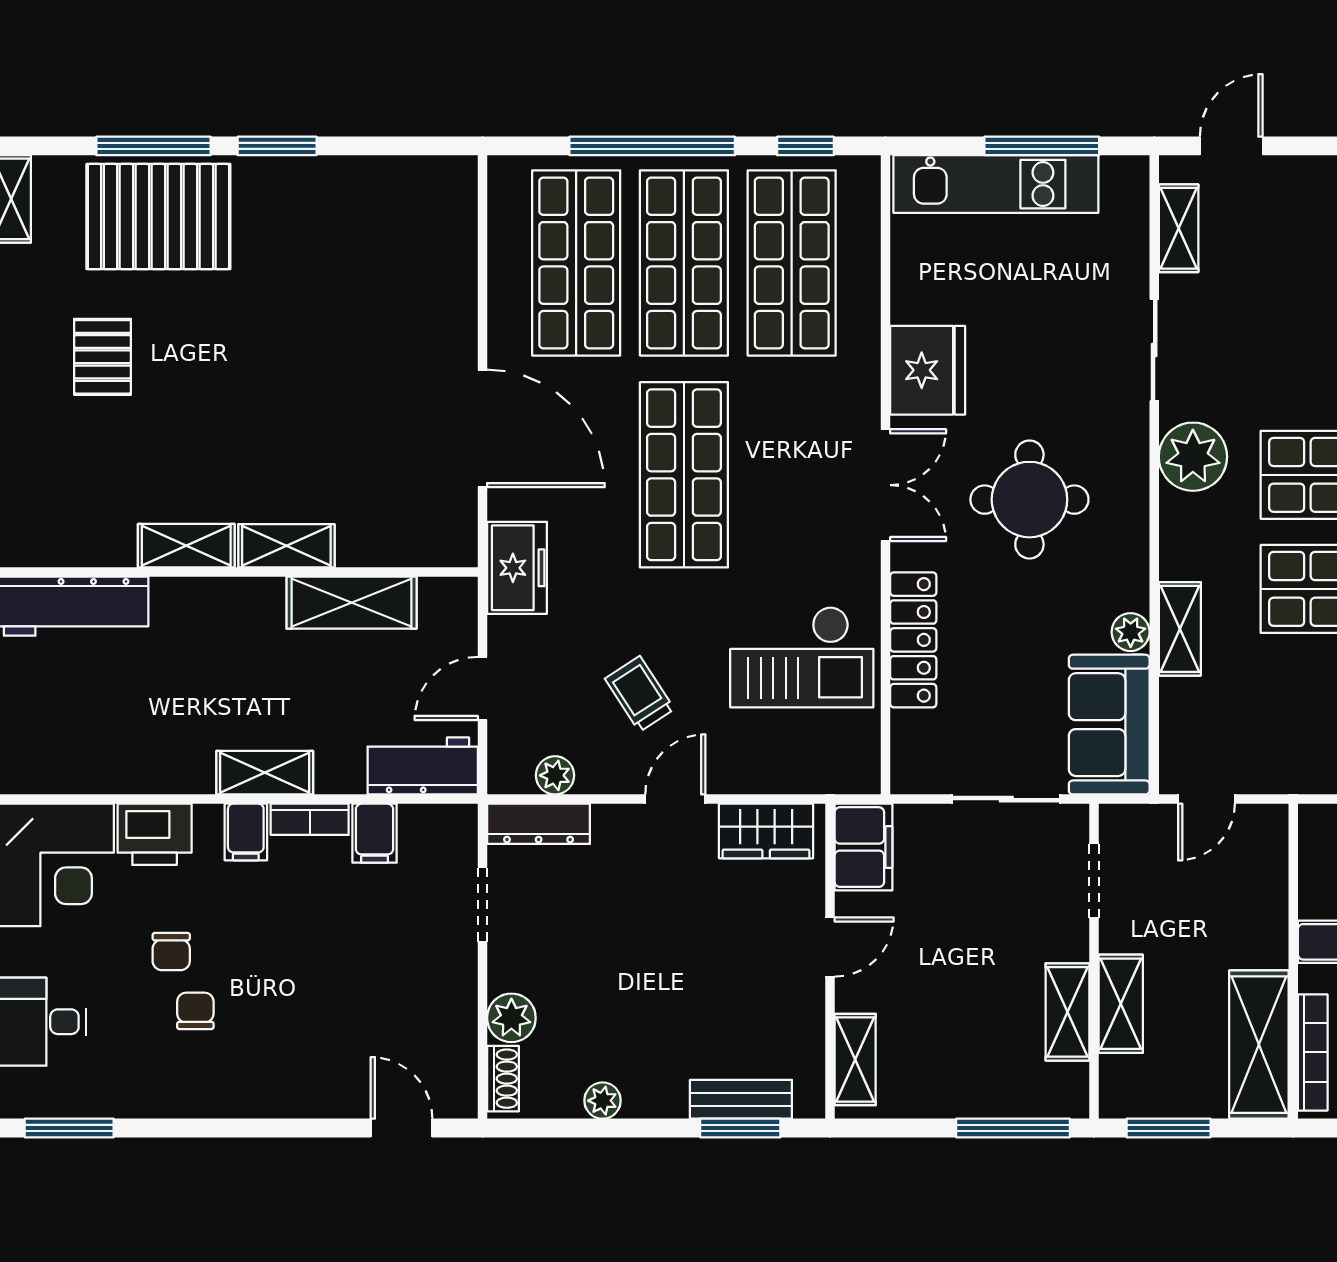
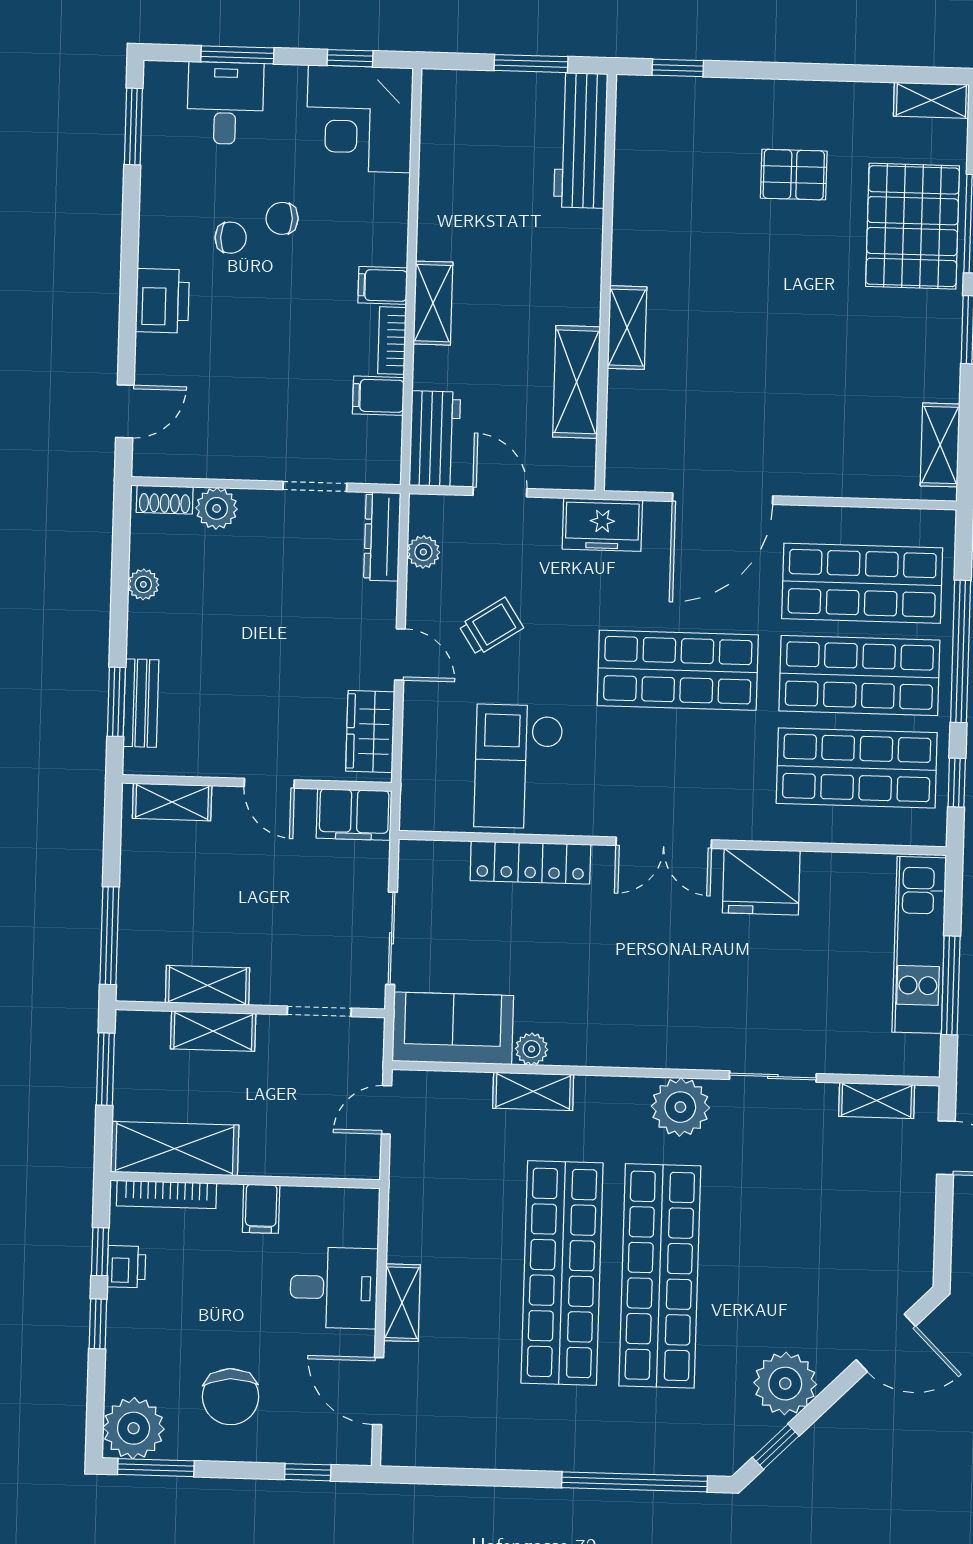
round table: (1029, 500) -> (648, 966), removed
shelving: (186, 546) -> (940, 445), moved
door: (1206, 799) -> (386, 1110), hinge flipped
printer: (155, 834) -> (162, 301), moved, turned 180

